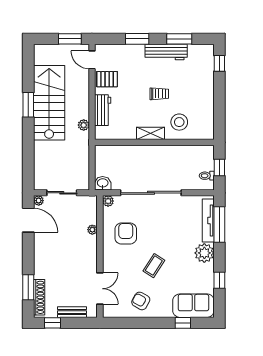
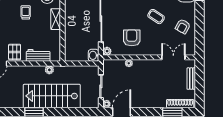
stairs: (49, 103) -> (52, 96), moved
armchair: (126, 234) -> (132, 38), turned 90
window: (52, 323) -> (199, 93), removed

